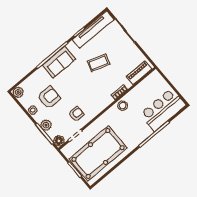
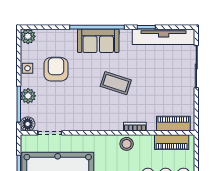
coffee table: (99, 63) -> (116, 83), moved
piano: (147, 84) -> (172, 142), added
armchair: (49, 97) -> (56, 69), turned -90
armchair: (76, 114) -> (70, 111), removed

